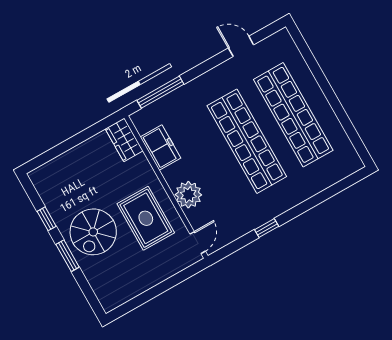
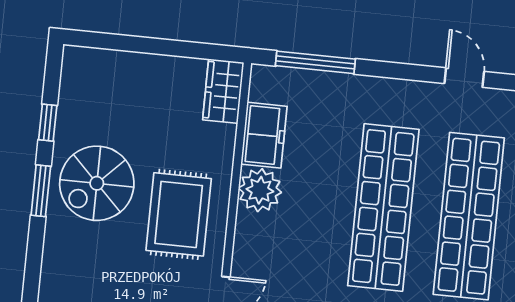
plant: (188, 195) -> (260, 190), moved

